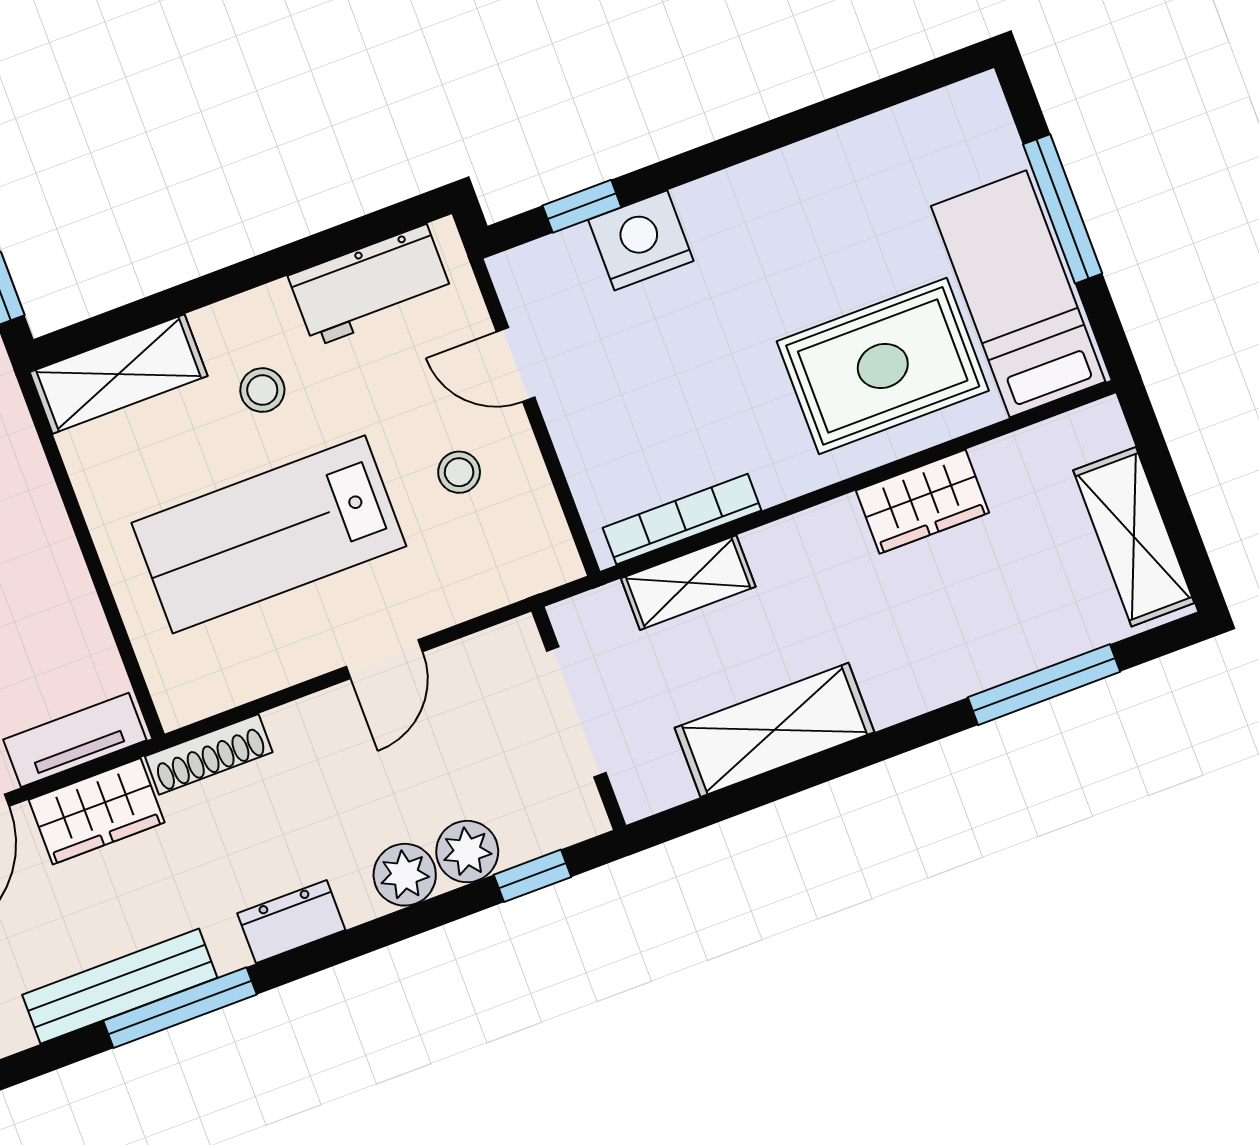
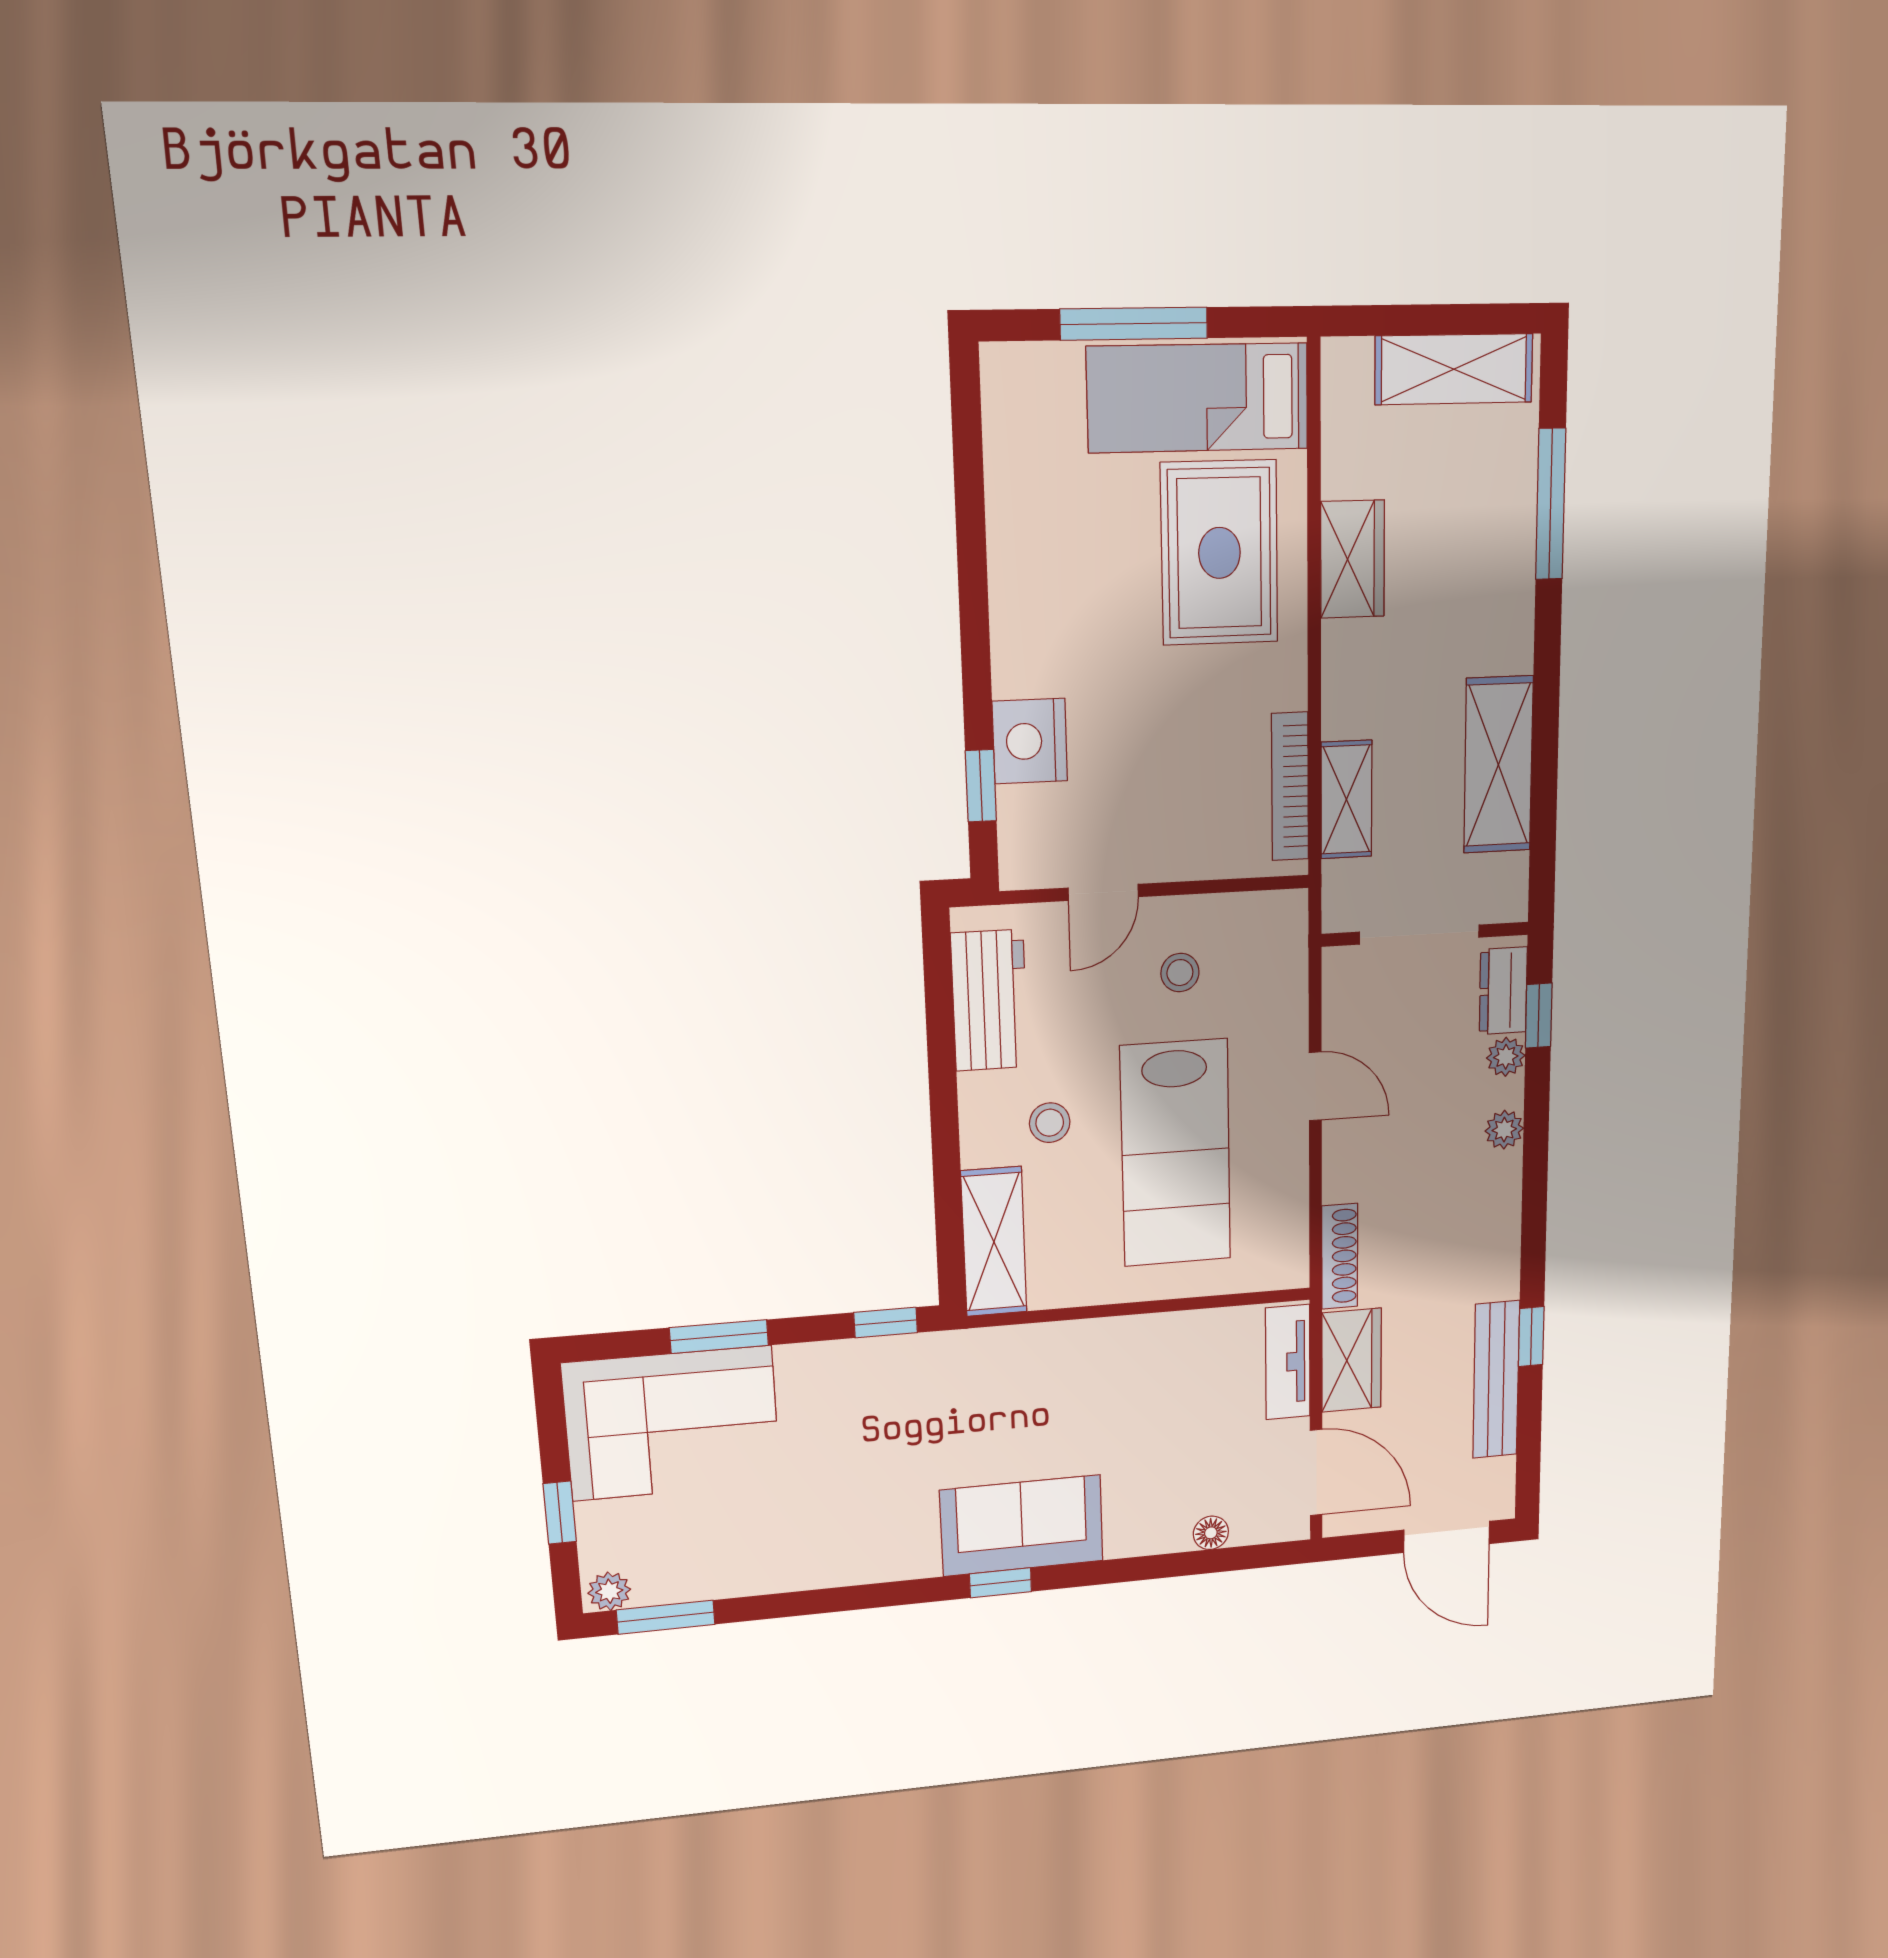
plant: (467, 852) -> (1506, 1057), width x0.73, depth x0.73
plant: (405, 875) -> (1504, 1130), width x0.73, depth x0.73
dresser: (291, 922) -> (1503, 991), moved
window: (180, 1008) -> (1531, 1337), width x0.46

